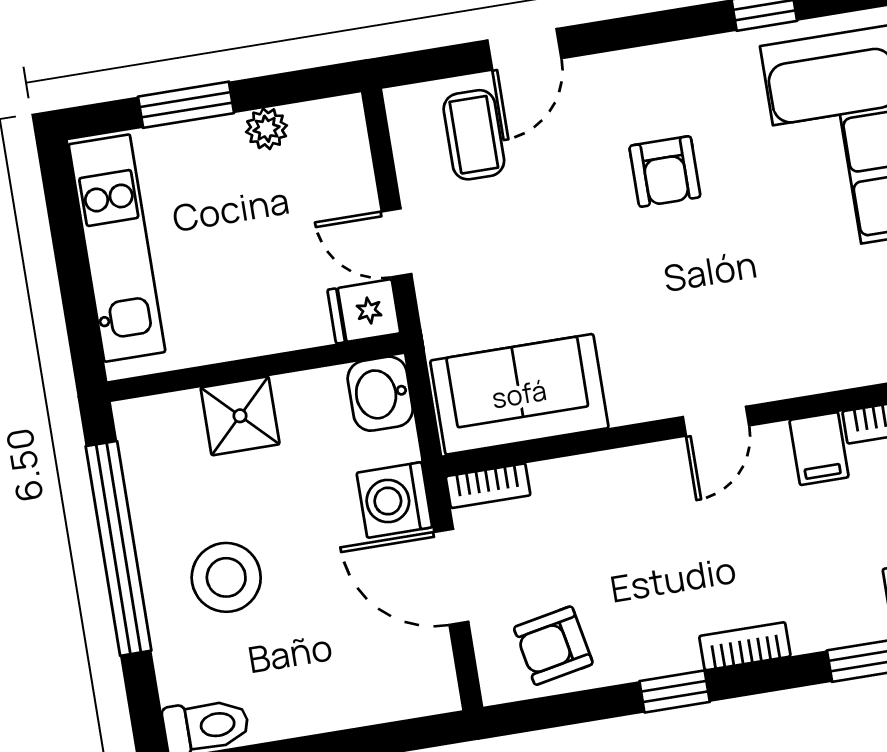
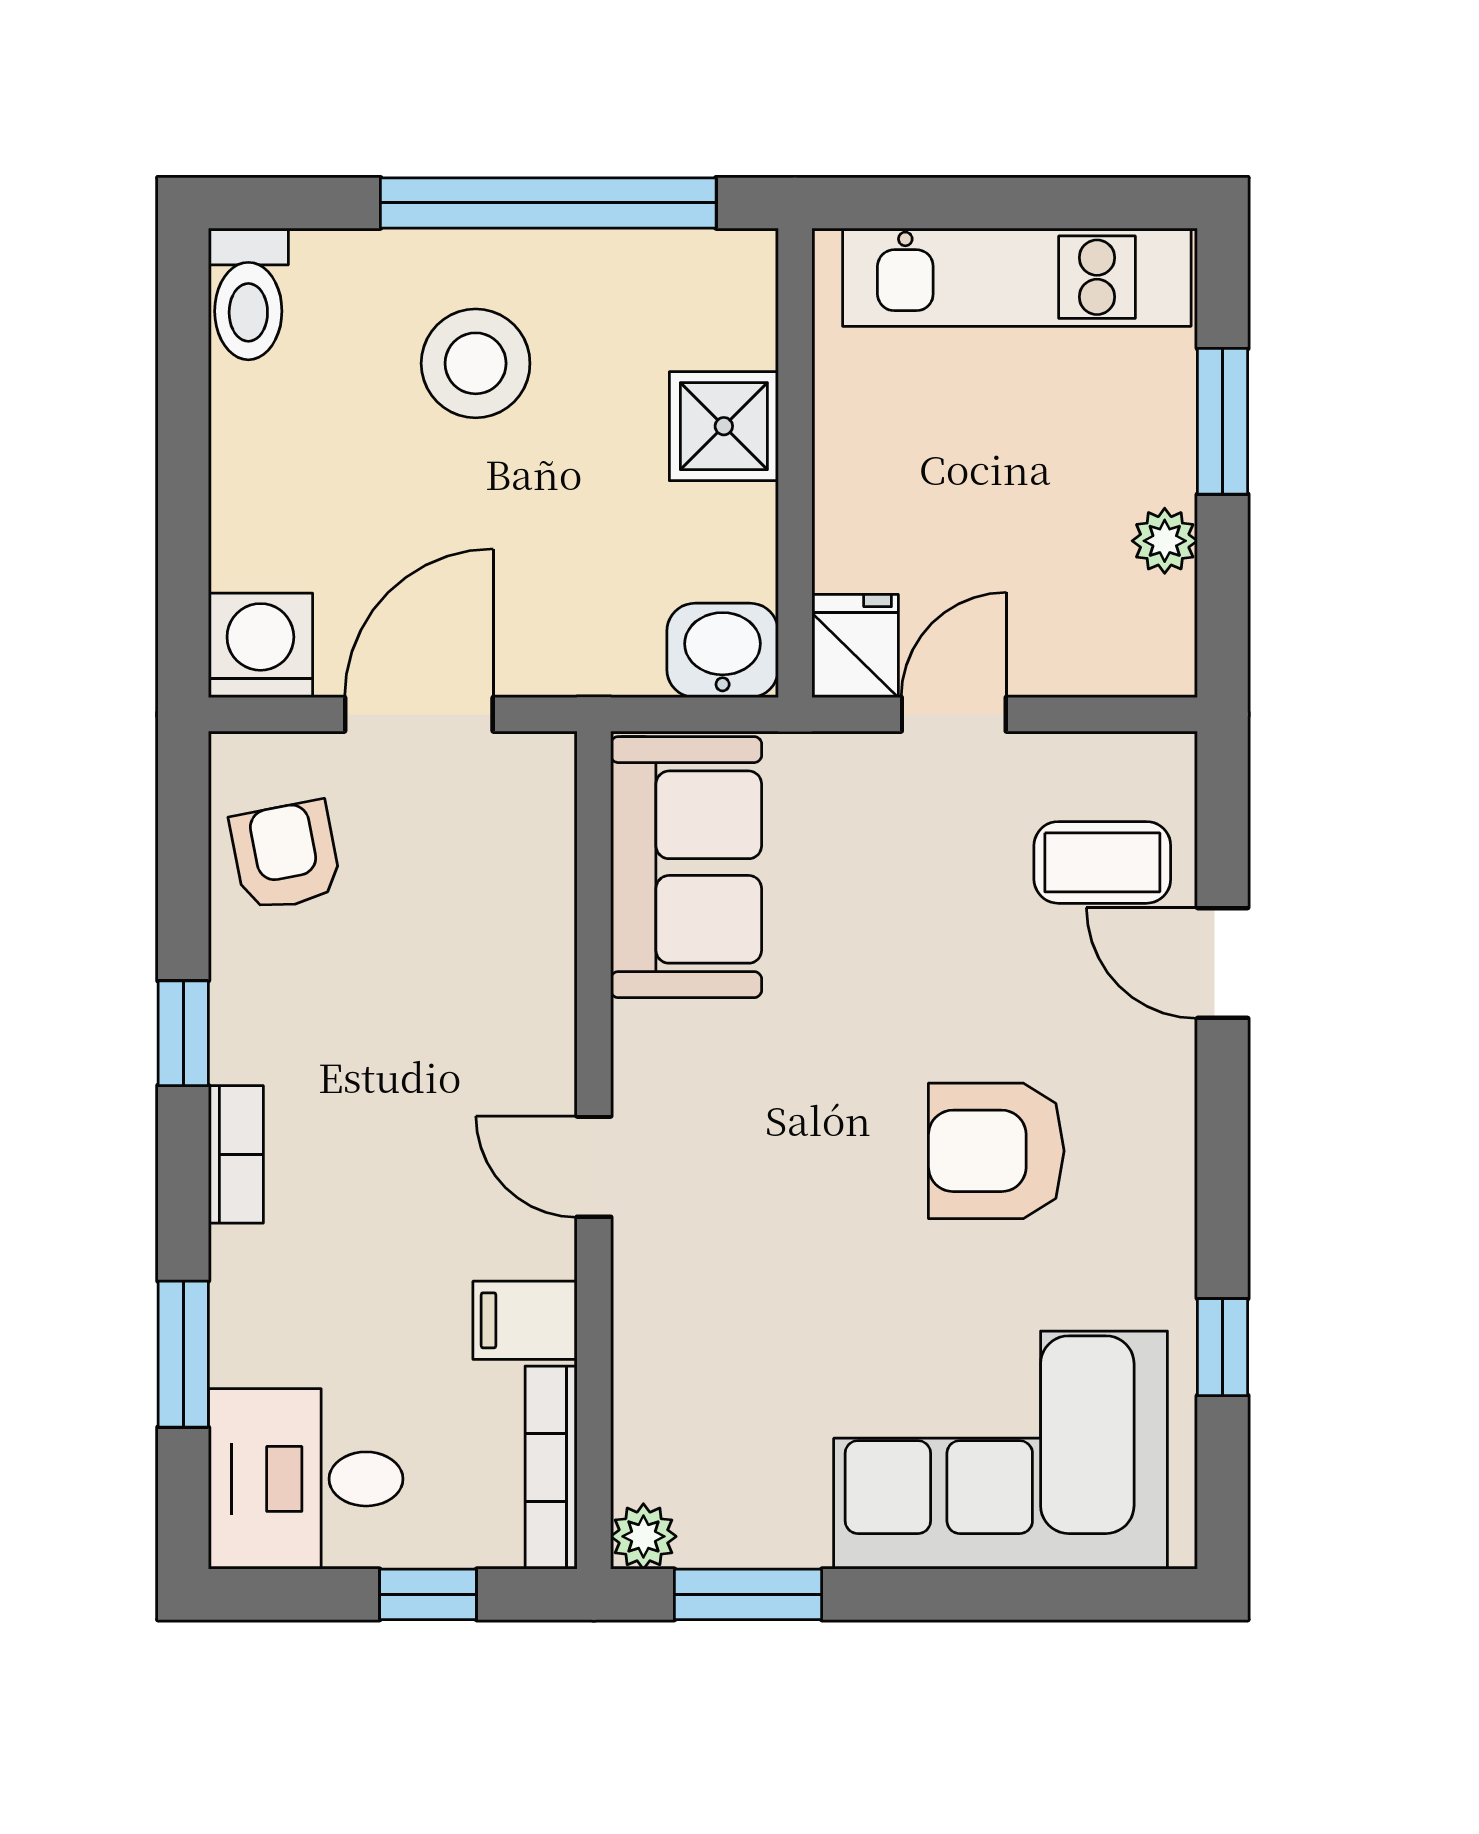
armchair: (665, 172) -> (996, 1151), width x1.38, depth x1.38
bookcase: (488, 486) -> (552, 795), removed
washing machine: (394, 500) -> (260, 645), moved

